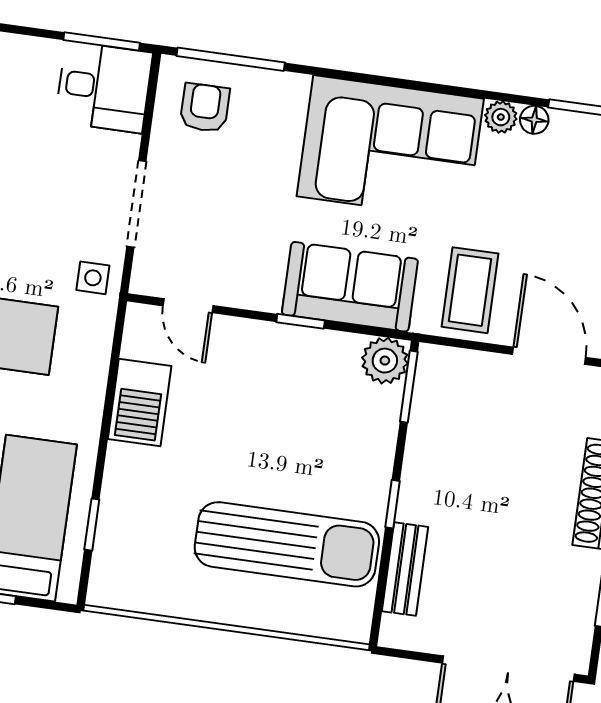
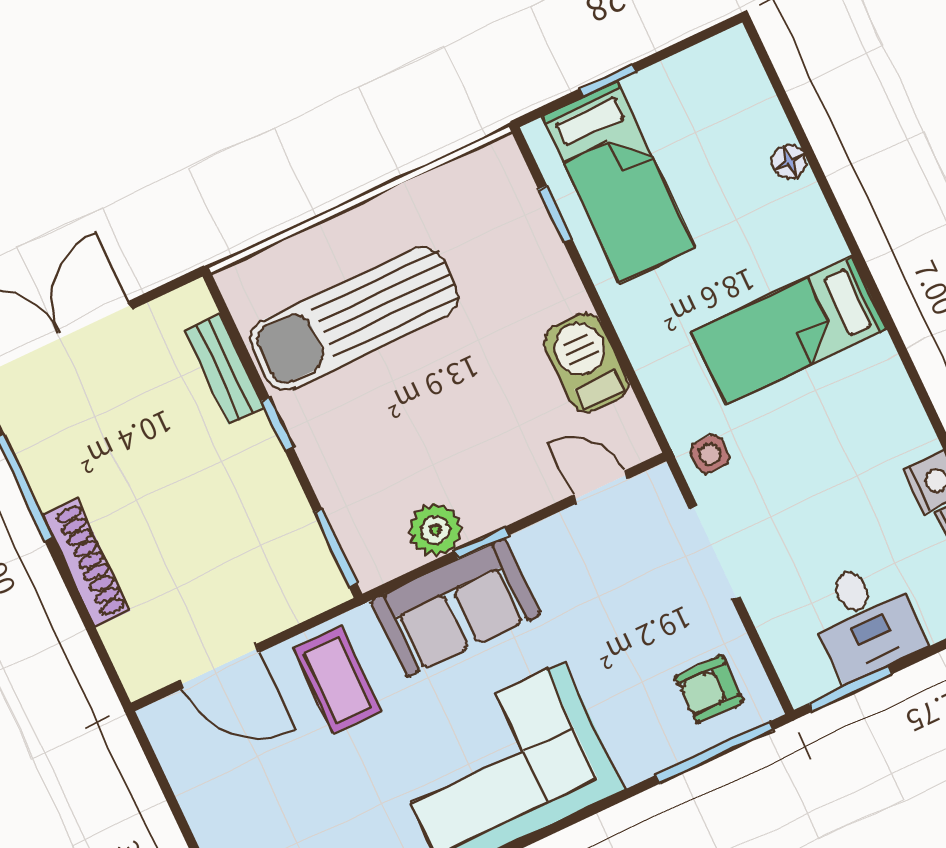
desk: (104, 87) -> (865, 620), moved, turned -90
armchair: (205, 108) -> (709, 689), turned 90
plant: (385, 361) -> (435, 530), moved

